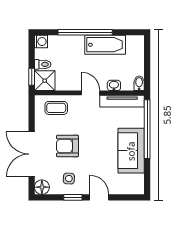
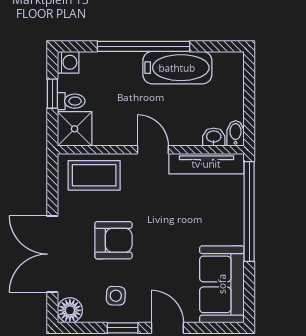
window: (32, 77) -> (52, 94), moved
washbasin: (114, 85) -> (214, 137), moved
coffee table: (56, 108) -> (94, 175), width x1.36, depth x1.30
armchair: (67, 146) -> (113, 240), turned 180
sofa: (131, 151) -> (222, 284), moved

